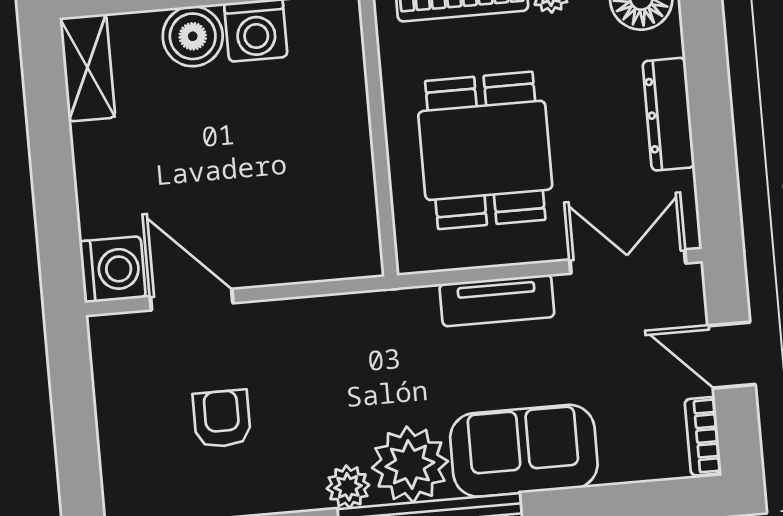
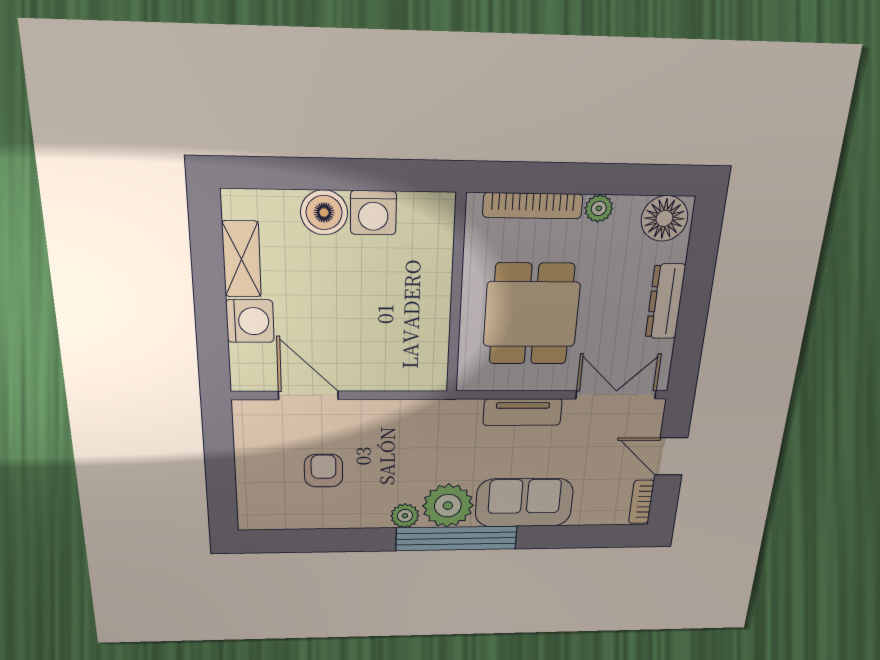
shelving: (87, 68) -> (242, 259), moved
washing machine: (113, 269) -> (250, 321), moved

